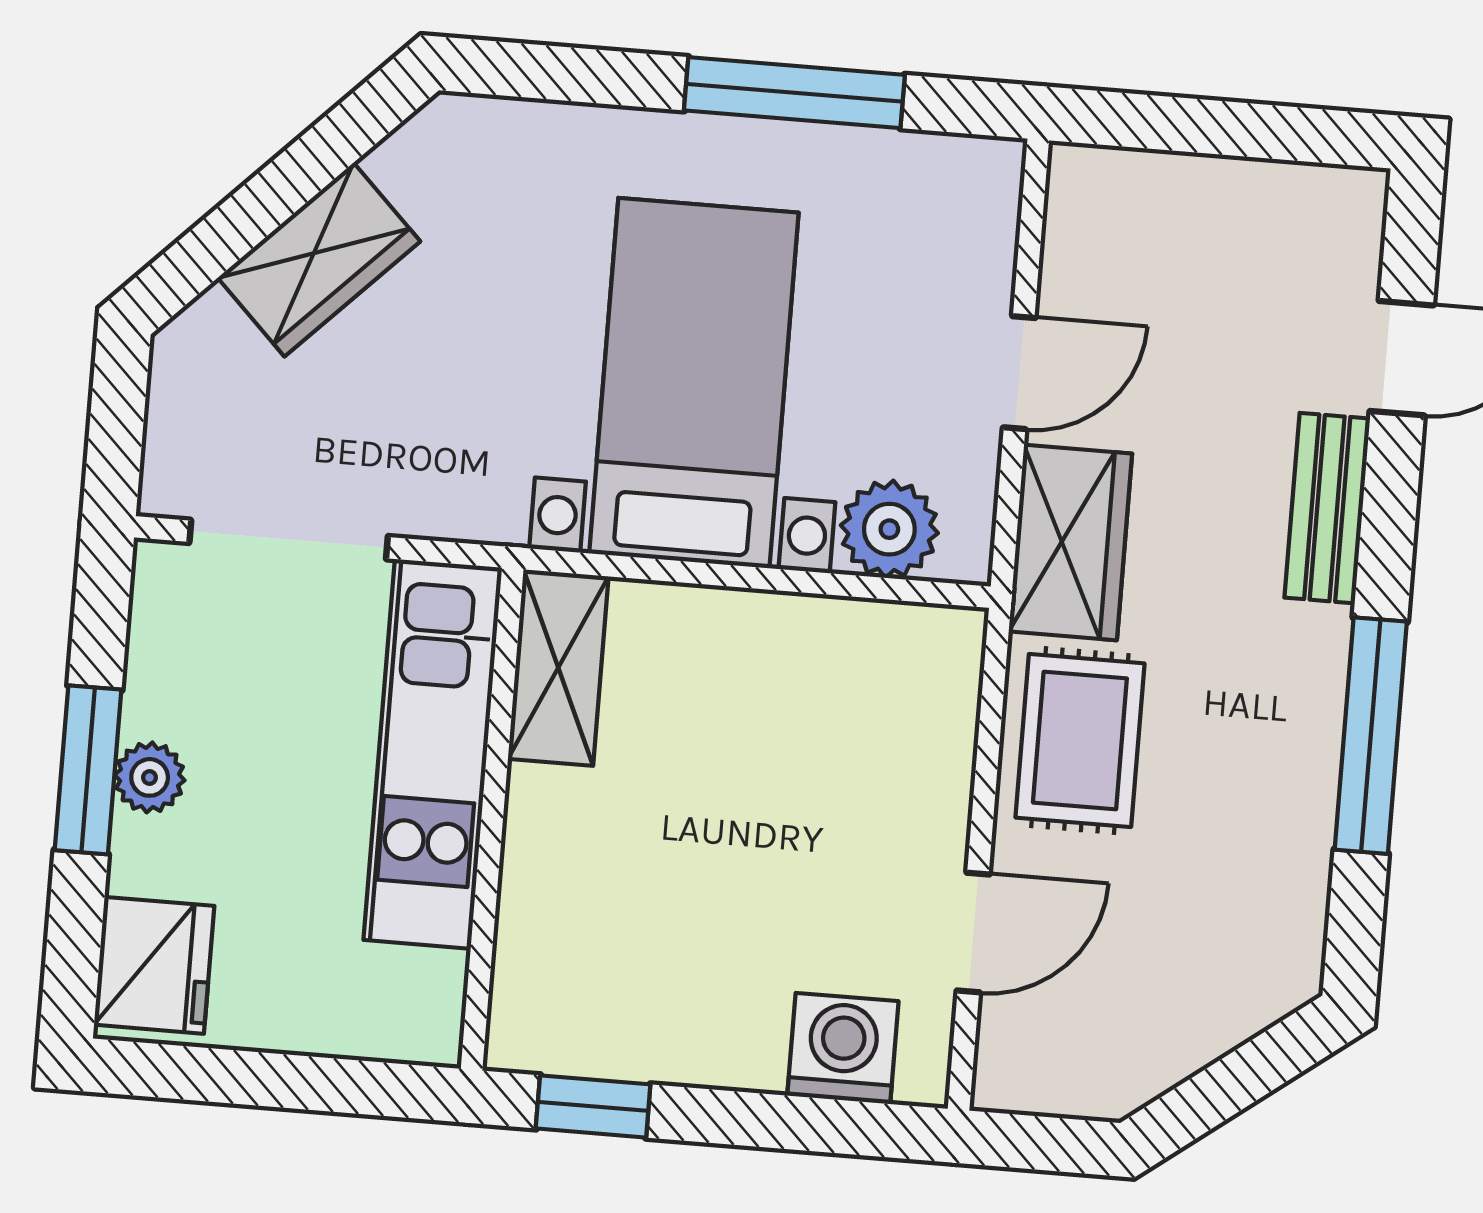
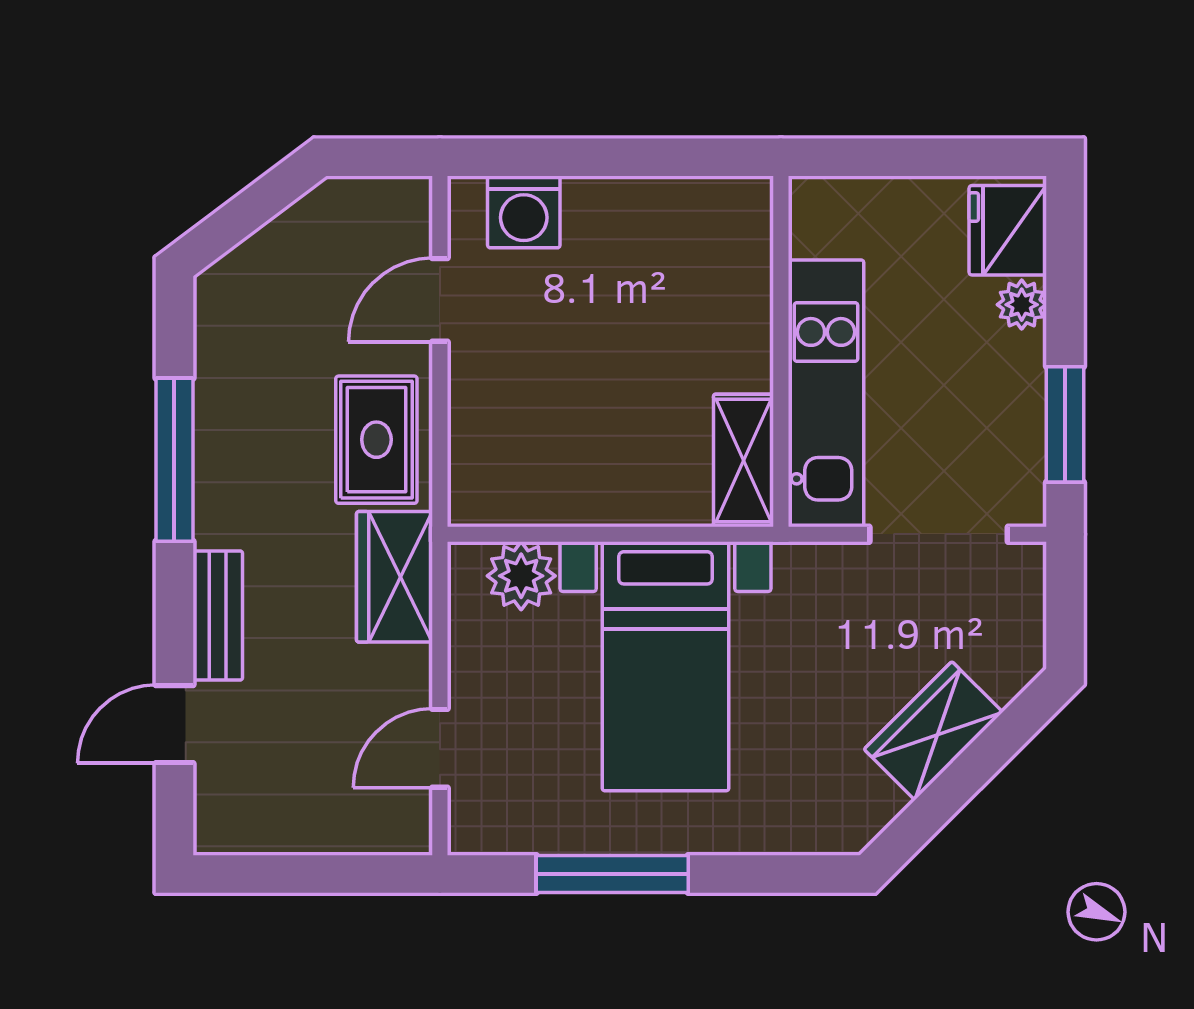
door: (1019, 373) -> (440, 748), moved
window: (88, 770) -> (1065, 424), moved
plant: (150, 777) -> (1022, 305), moved
window: (593, 1106) -> (694, 157), removed

